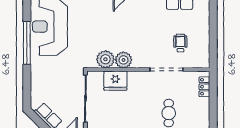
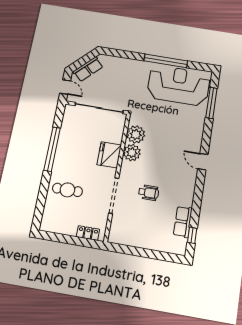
wheelchair: (180, 43) -> (149, 193), moved
fridge: (115, 81) -> (109, 155), moved

